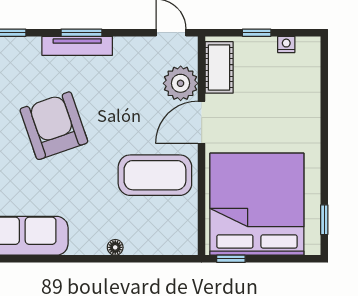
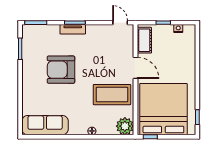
tv unit: (77, 46) -> (73, 29), width x0.71
plant: (181, 83) -> (125, 126), moved
door: (202, 122) -> (135, 68), swing flipped
armchair: (54, 126) -> (61, 70), turned -71

